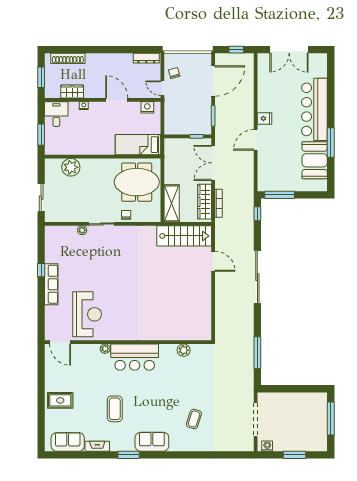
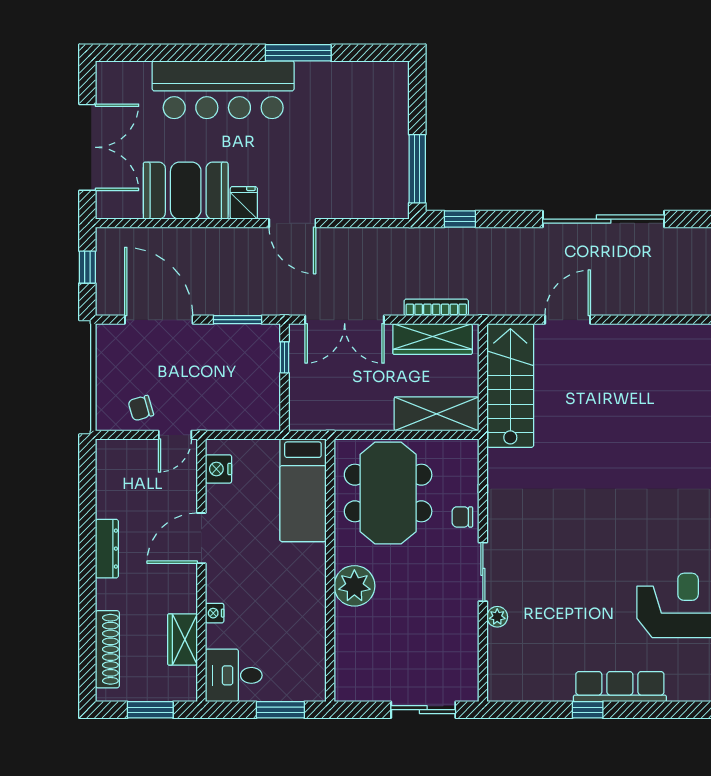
dresser: (146, 58) -> (107, 549), moved
booth: (315, 160) -> (186, 191), moved
plant: (71, 167) -> (354, 586), moved

